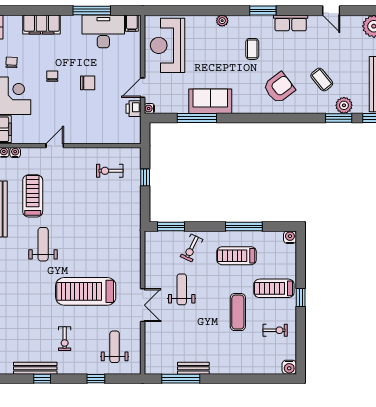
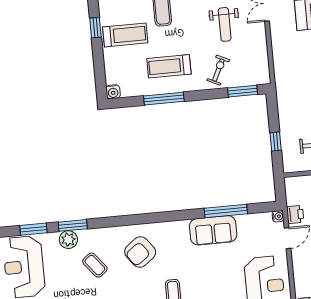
treadmill: (237, 256) -> (169, 66), turned 180

